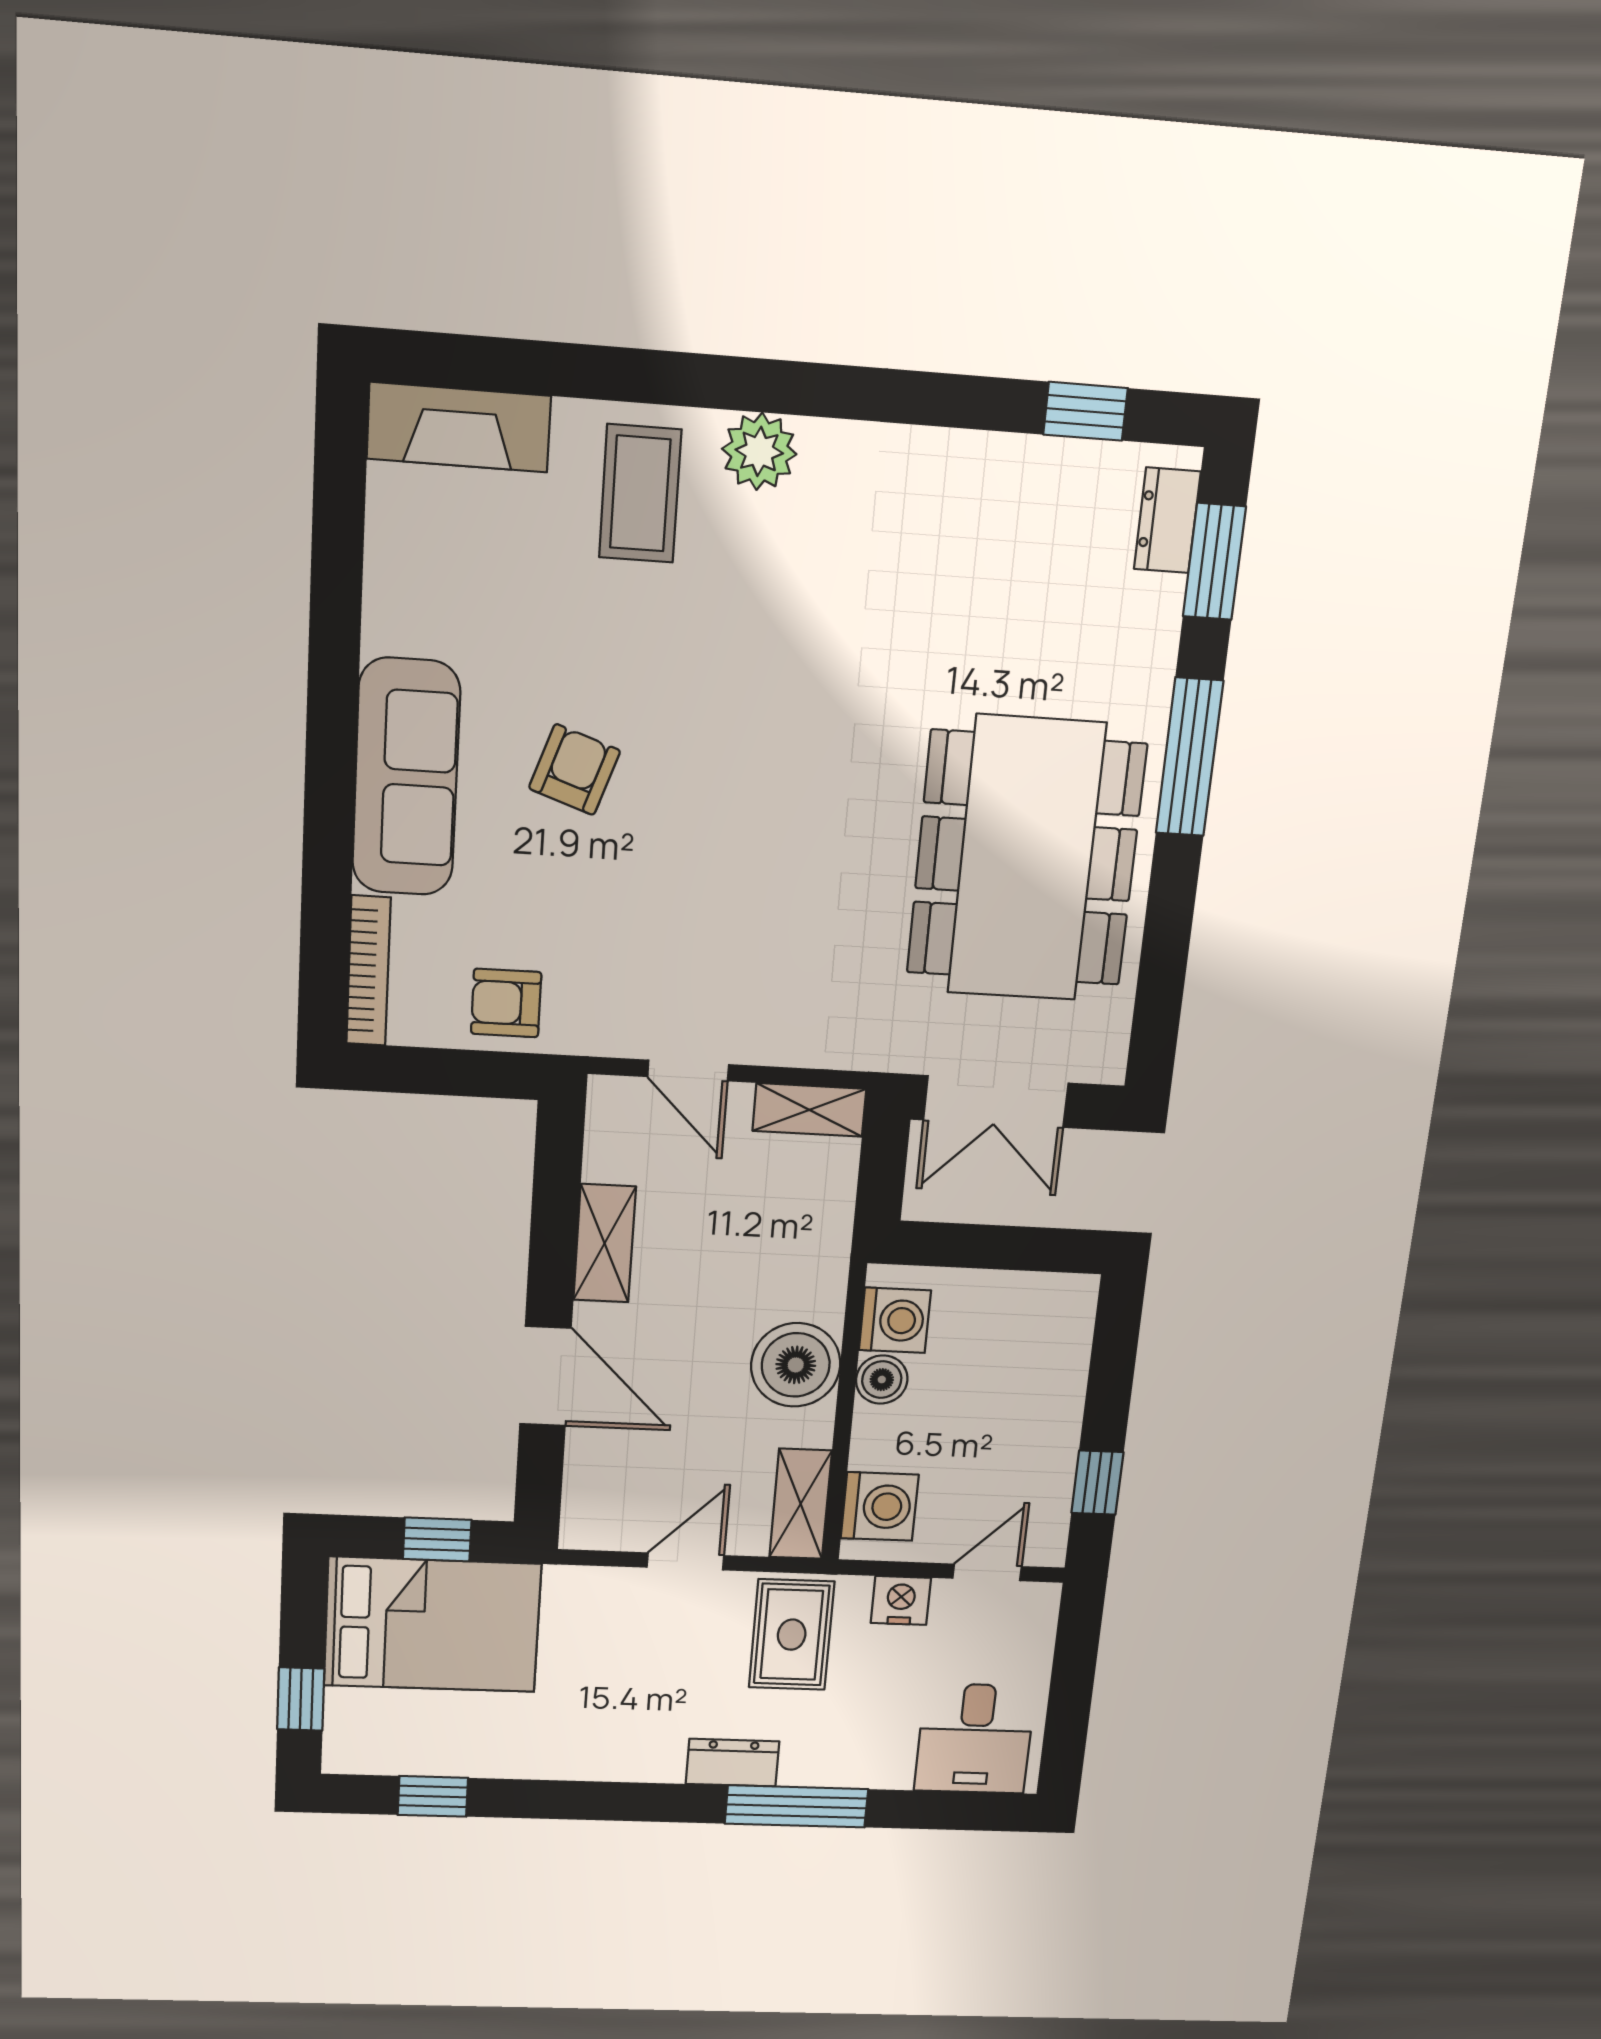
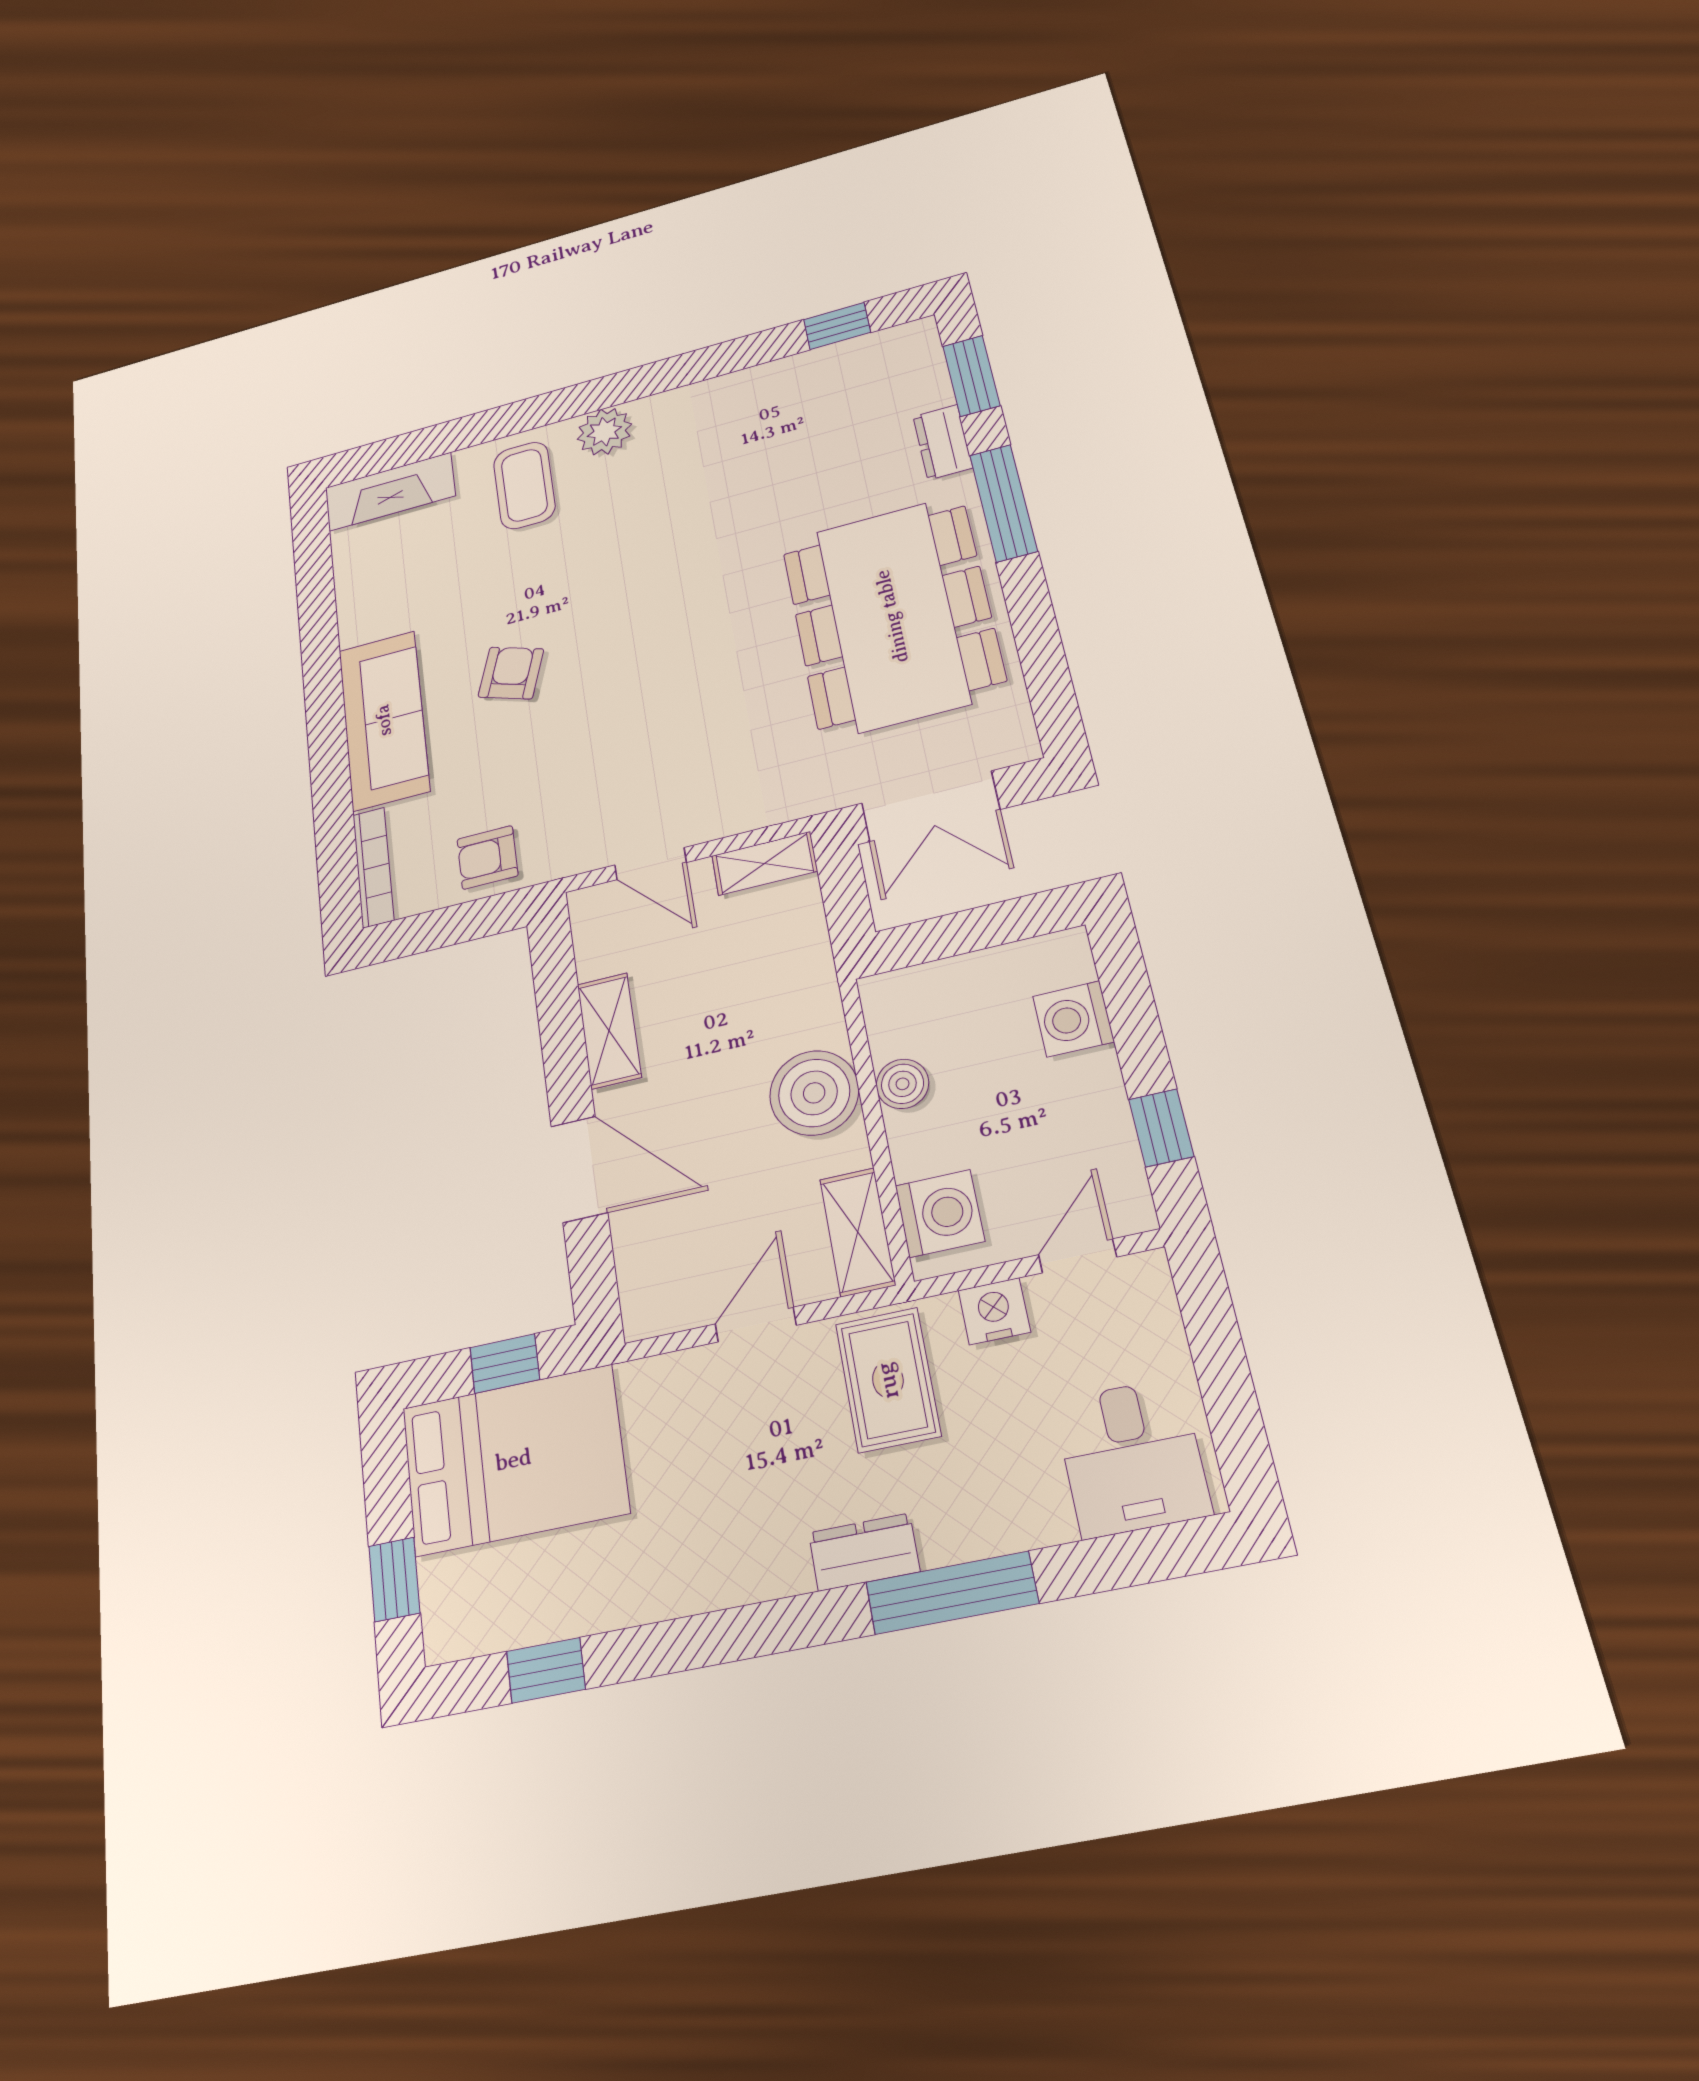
dresser: (1167, 520) -> (943, 442), moved
washing machine: (895, 1320) -> (1073, 1019), moved, turned 180

